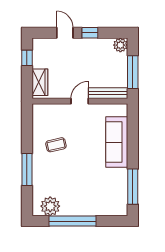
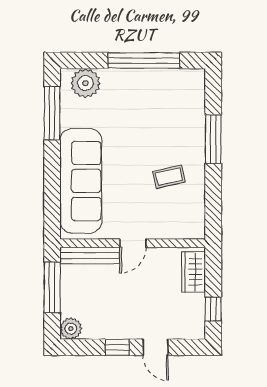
sofa: (117, 142) -> (81, 181), width x1.36, depth x1.27
plant: (50, 206) -> (85, 83), moved

